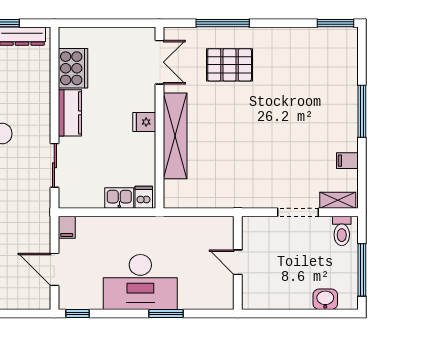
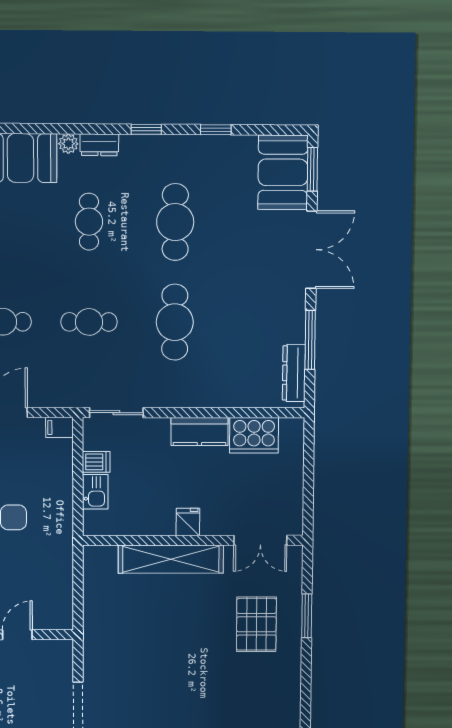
window: (223, 23) -> (307, 616), width x0.69
sliding door: (54, 165) -> (116, 413), moved
dishwasher: (144, 197) -> (96, 462), moved

